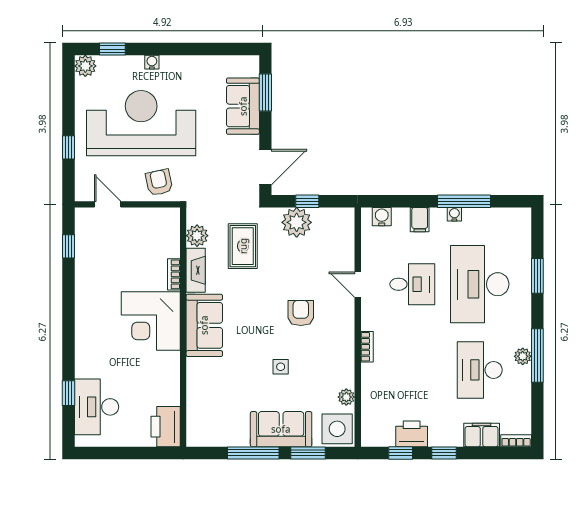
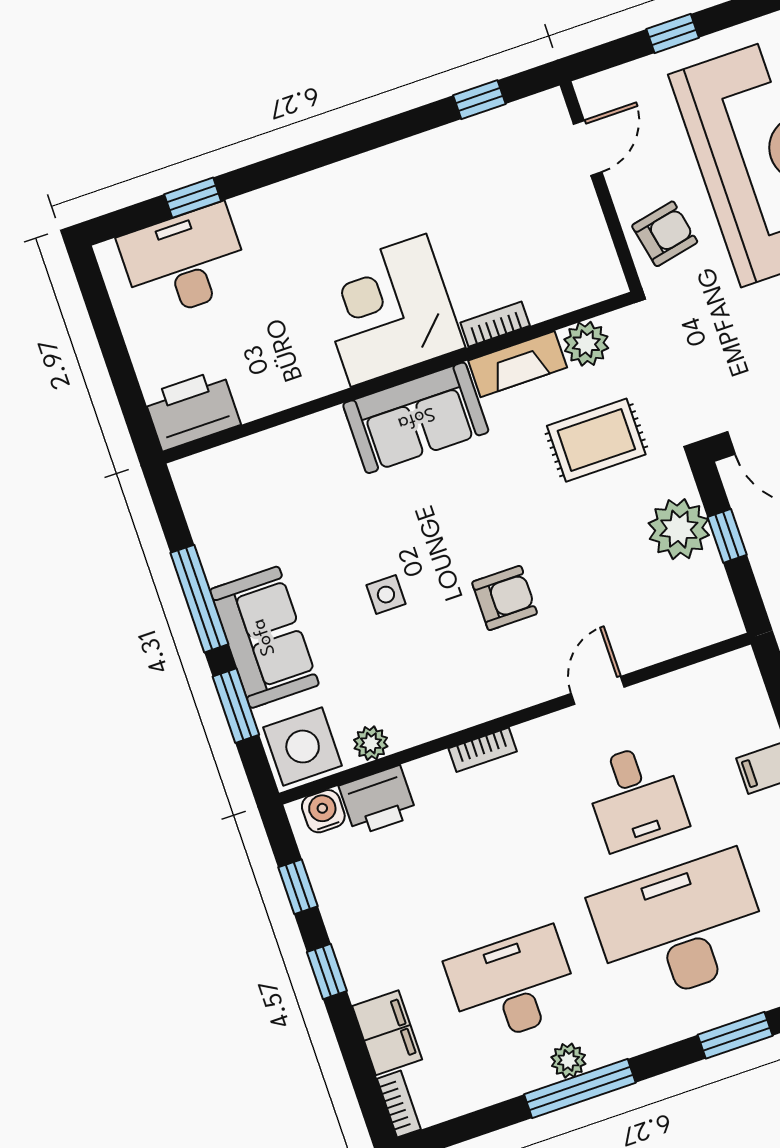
water cooler: (382, 217) -> (323, 811), moved, turned -90
printer: (412, 434) -> (378, 801), moved, turned 90

